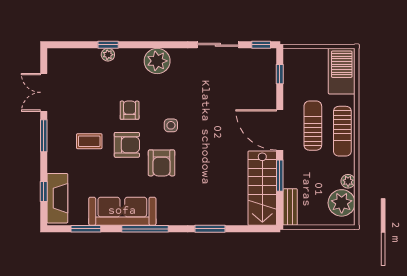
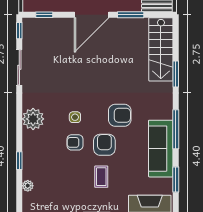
plant: (108, 55) -> (28, 186), moved
side table: (171, 125) -> (75, 117), moved
stairs: (262, 188) -> (161, 49), moved, turned 90

